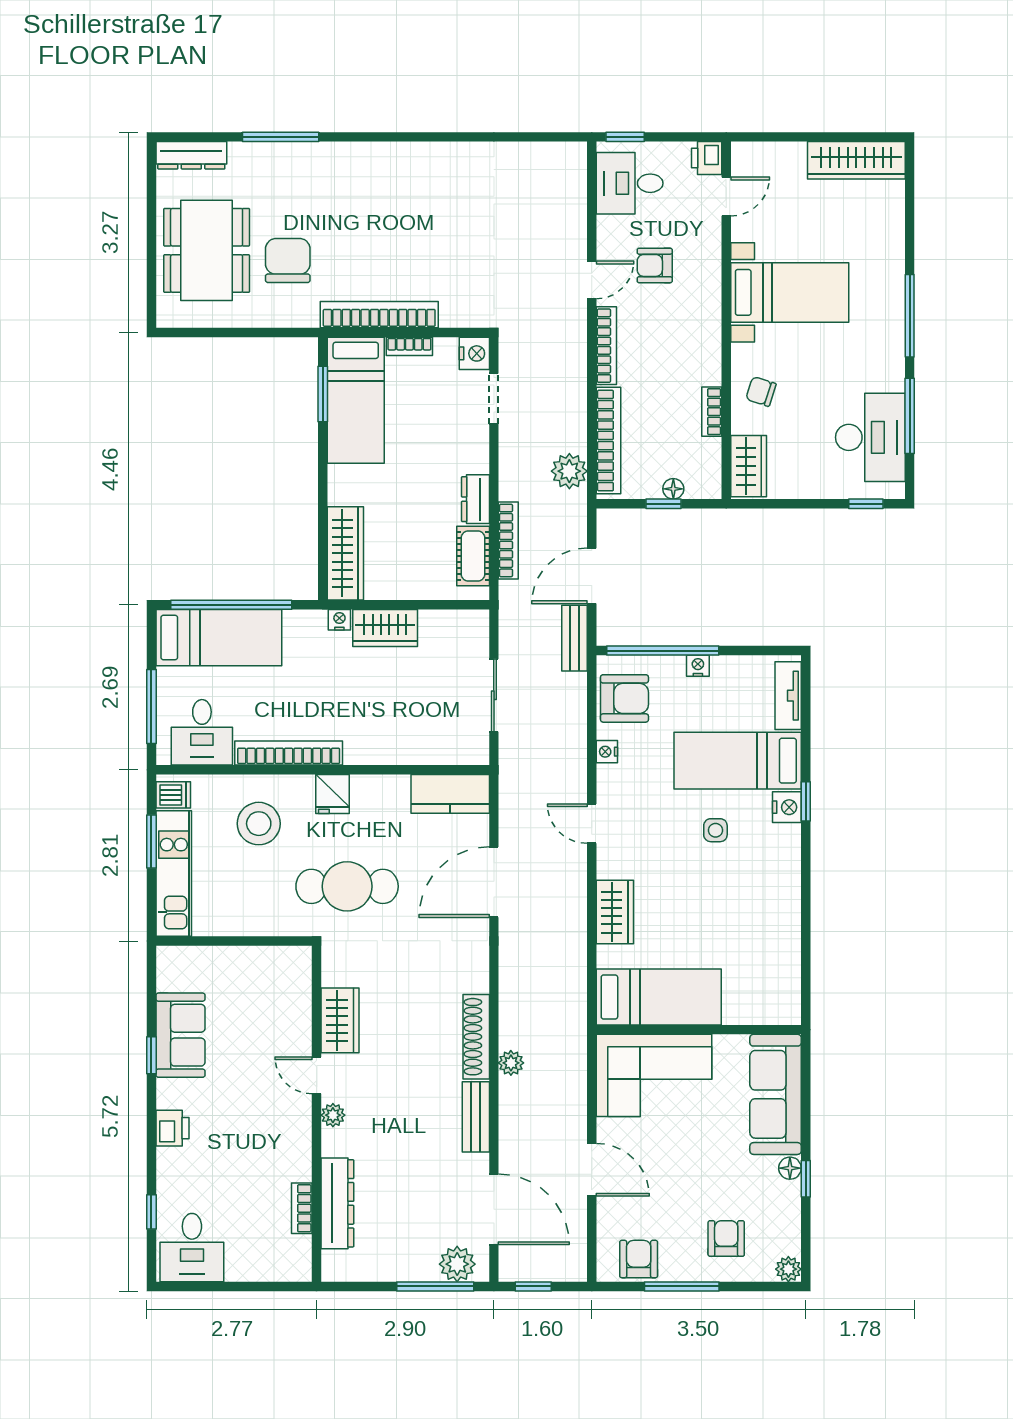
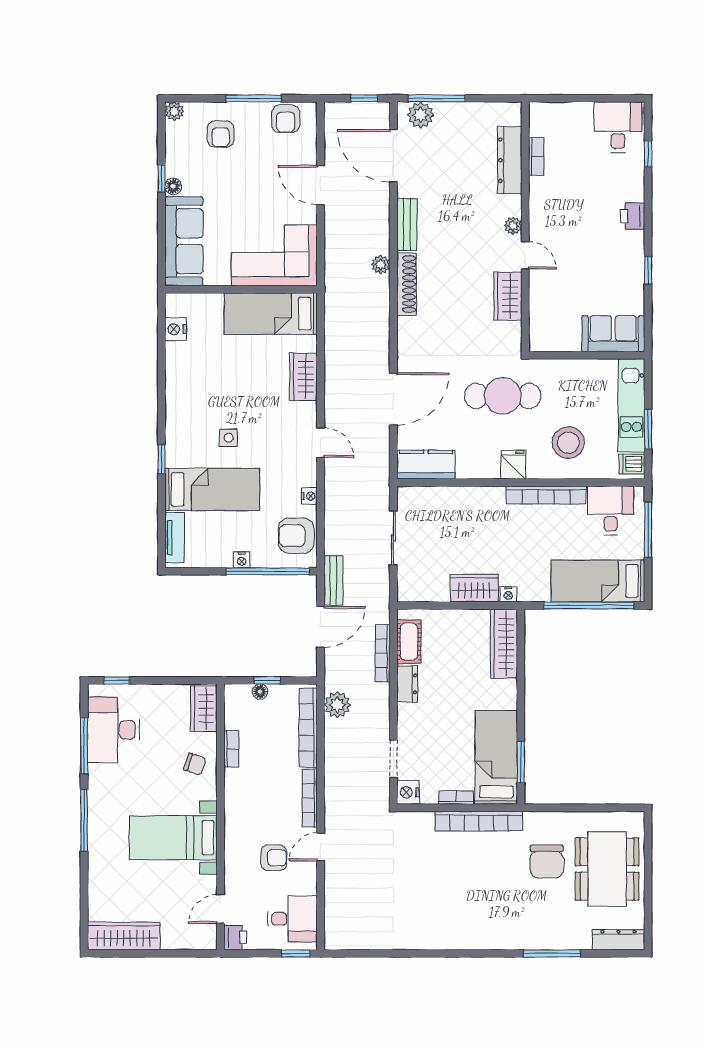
nightstand: (787, 807) -> (176, 329), moved
sofa: (180, 1035) -> (613, 334), moved, turned 90

